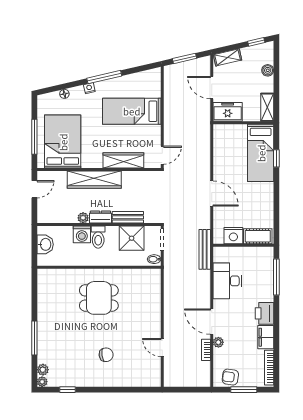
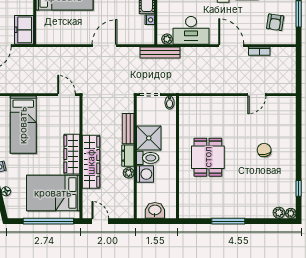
window: (34, 137) -> (48, 221), width x1.46
wardrobe: (123, 160) -> (72, 154), moved
nightstand: (233, 236) -> (150, 20), width x0.53, depth x0.56
shower: (132, 238) -> (149, 138), moved
door: (212, 322) -> (231, 46), swing flipped
window: (34, 338) -> (228, 221), moved
plant: (218, 342) -> (167, 39), moved
armchair: (230, 377) -> (275, 22), moved

